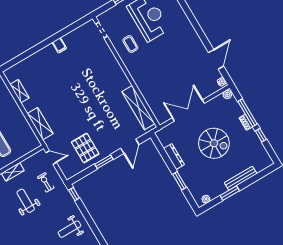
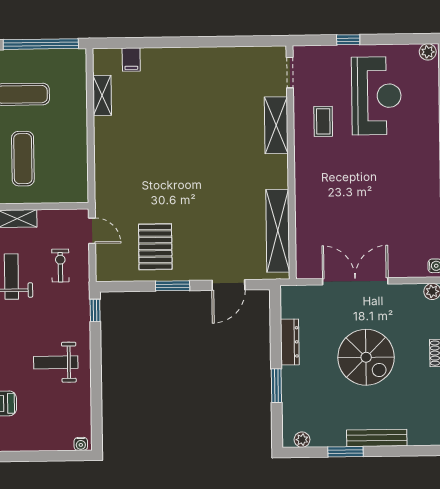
filing cabinet: (59, 45) -> (131, 60), moved
shelving: (40, 124) -> (276, 125), moved

